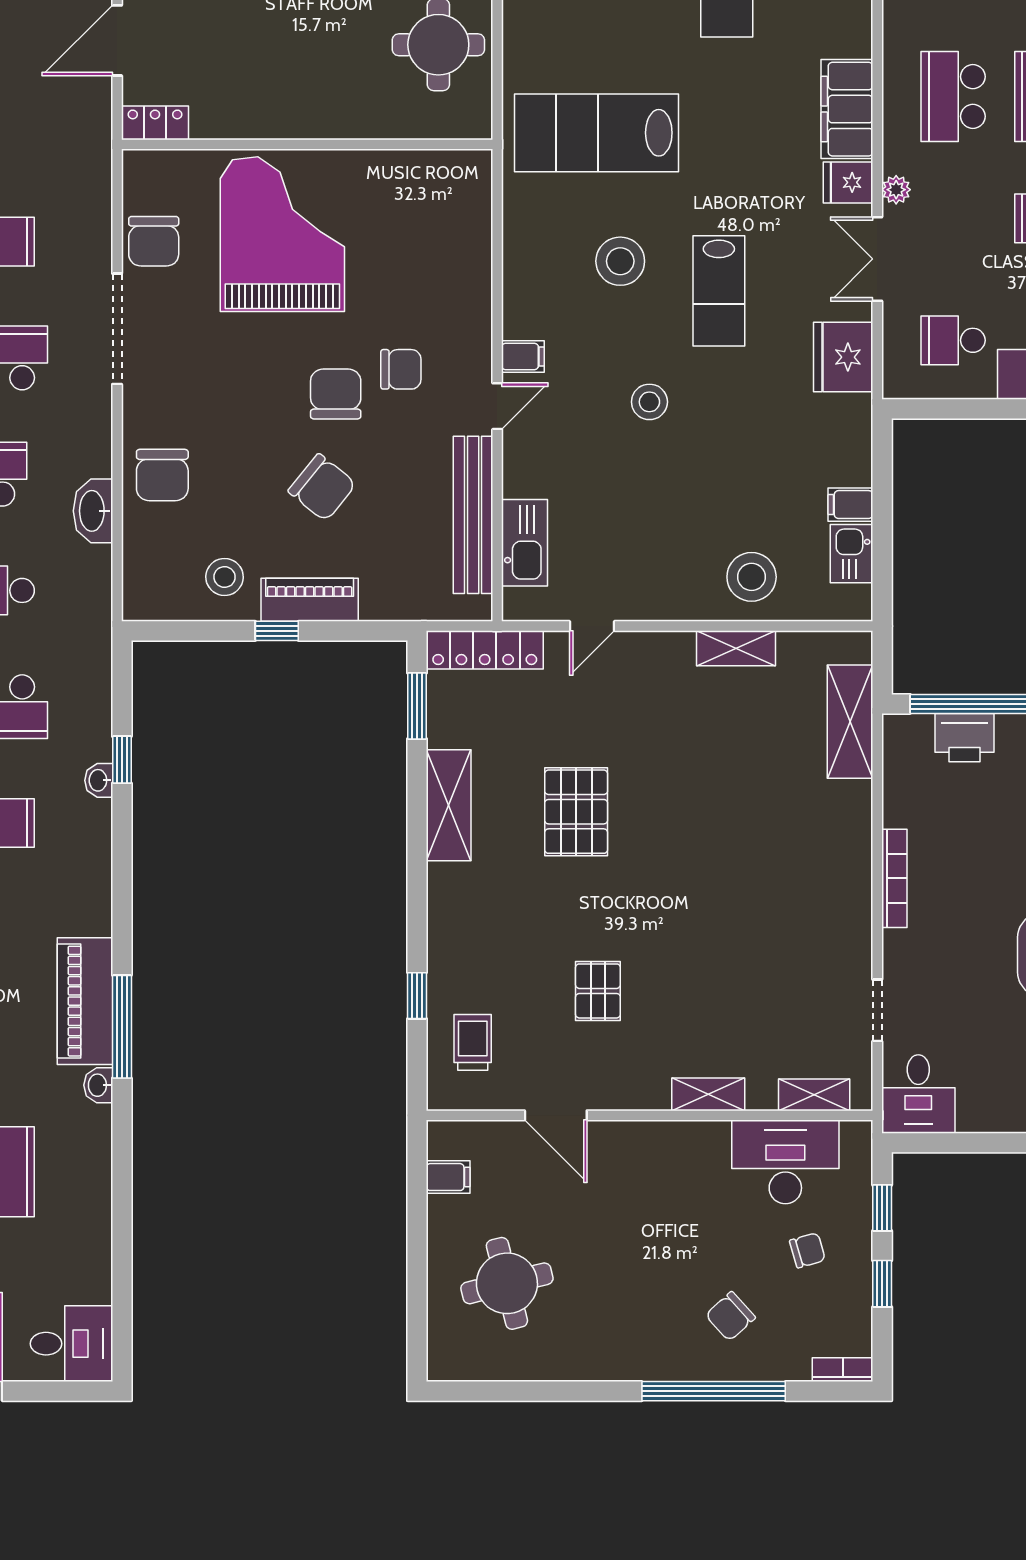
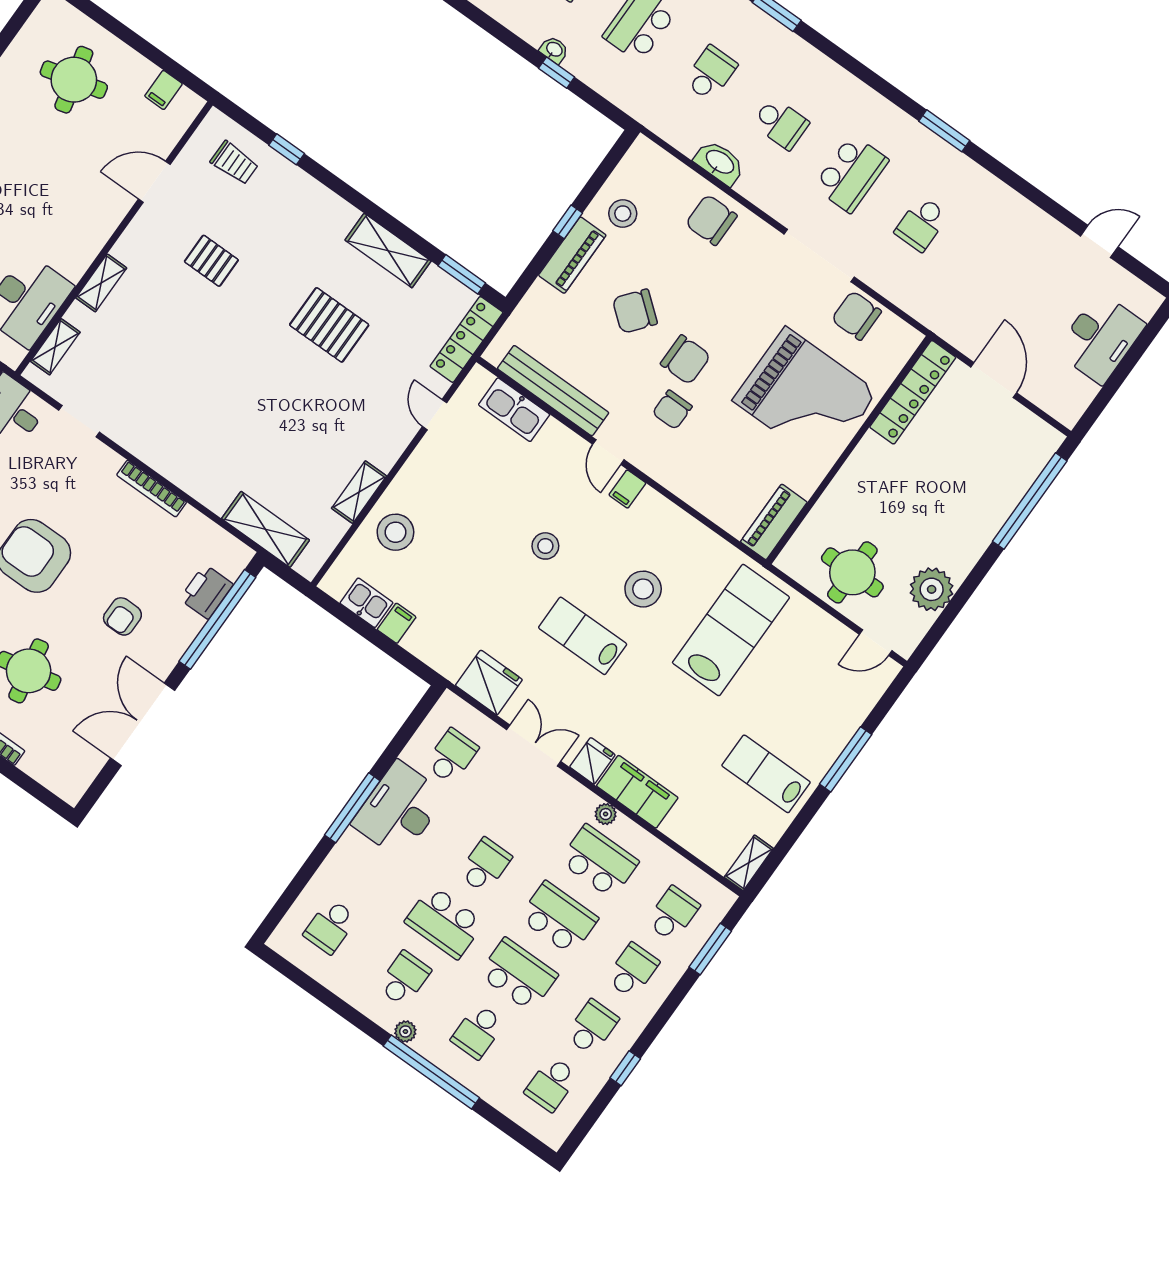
locker: (155, 123) -> (913, 392), width x2.16, depth x1.21
piano: (445, 170) -> (774, 522), added
plant: (896, 190) -> (606, 814), moved

